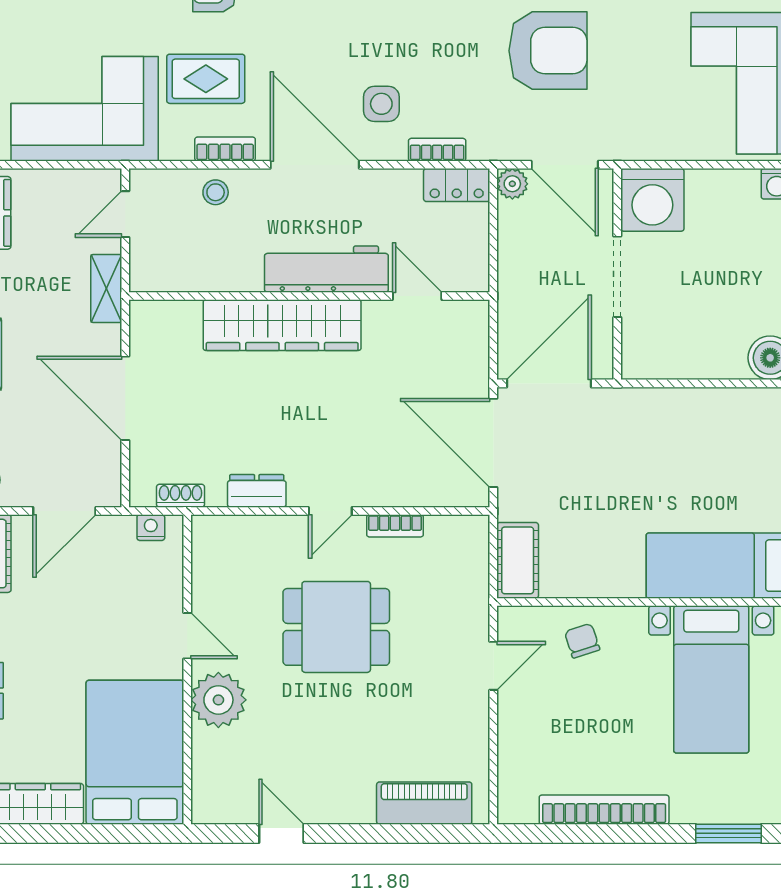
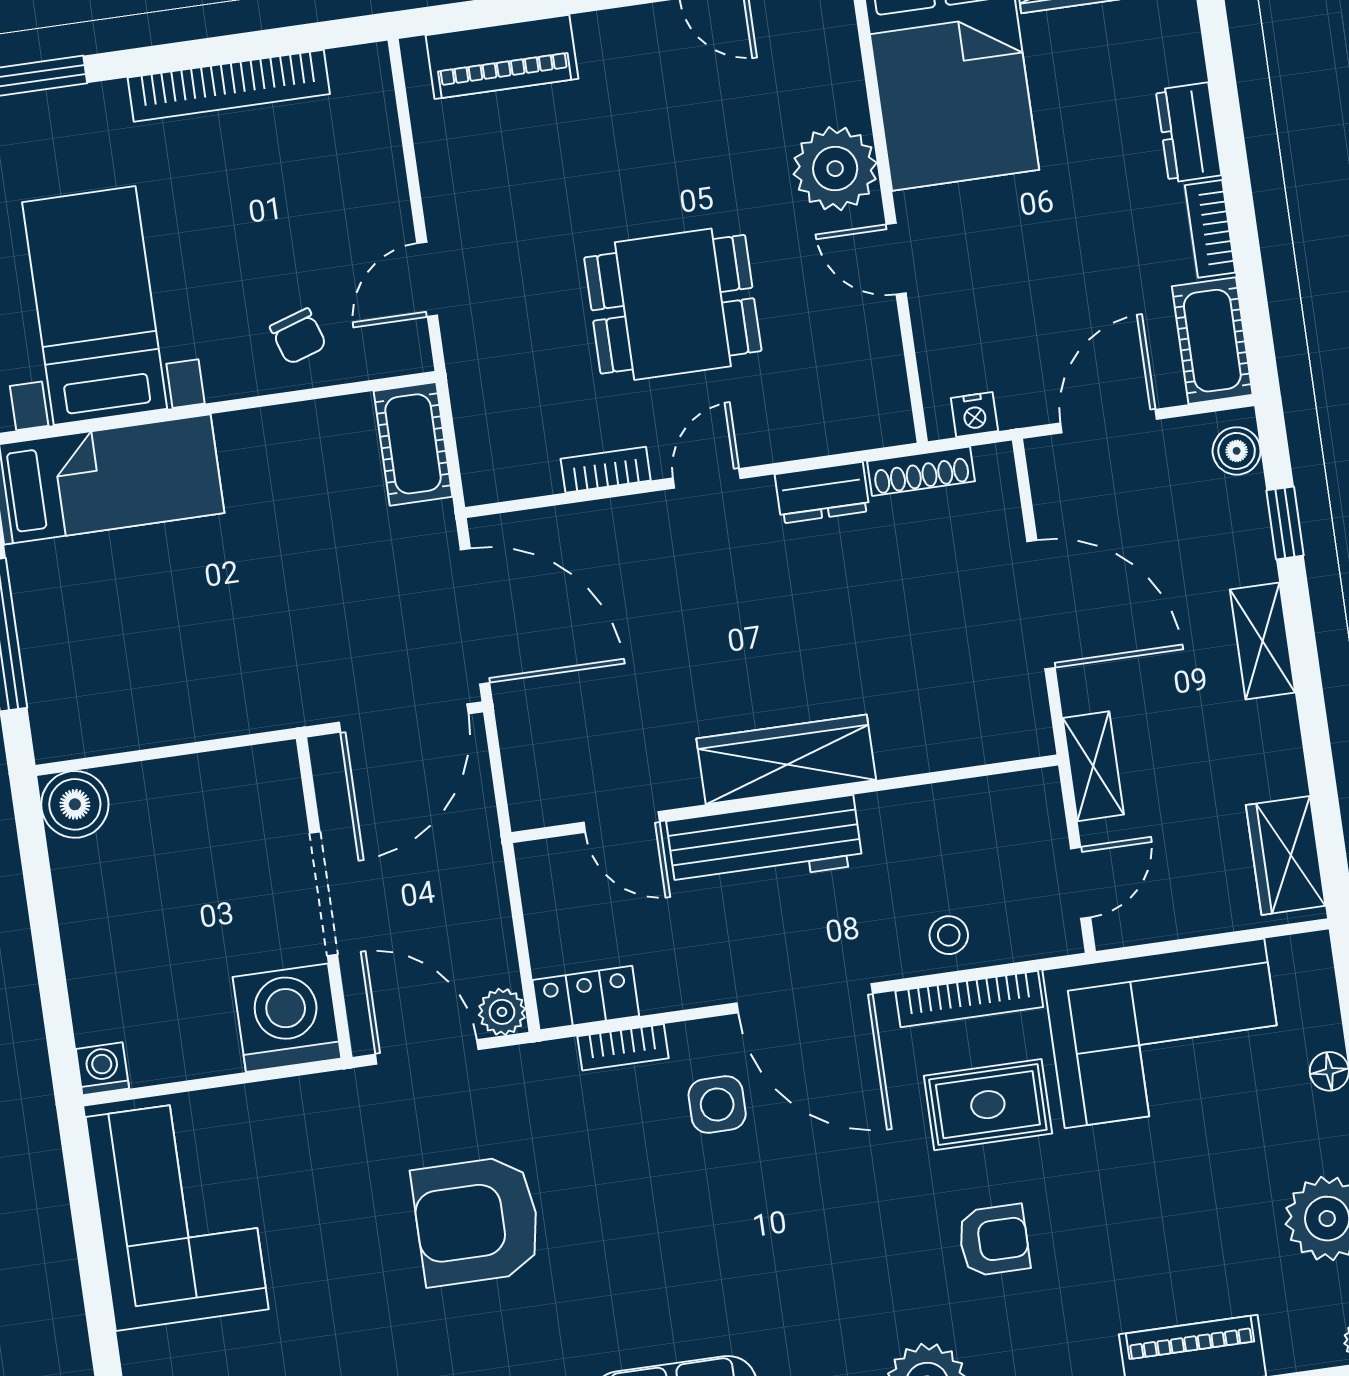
bookcase: (225, 149) -> (969, 999), width x1.56
wardrobe: (282, 325) -> (786, 759), width x0.71, depth x0.85
shoe rack: (181, 496) -> (921, 471), width x1.43

